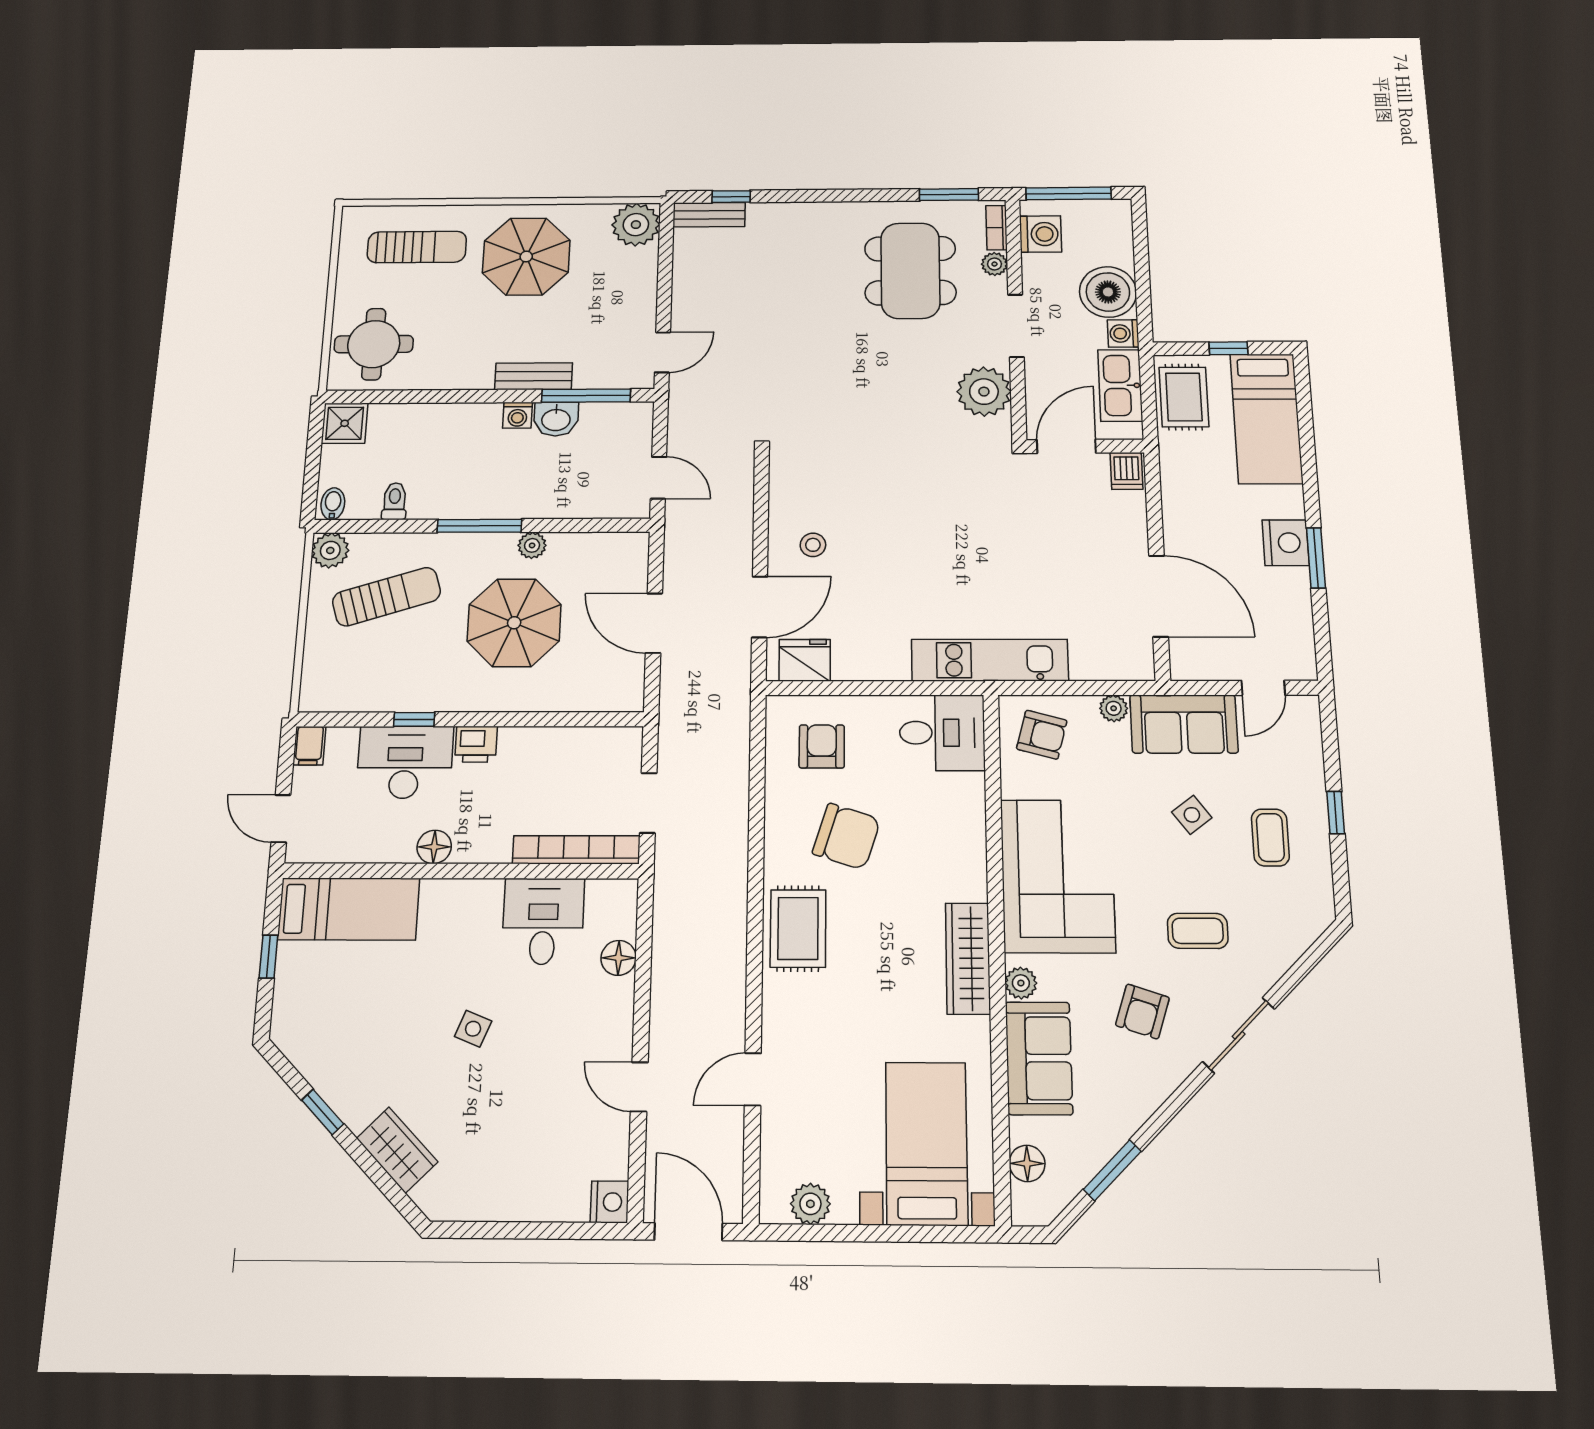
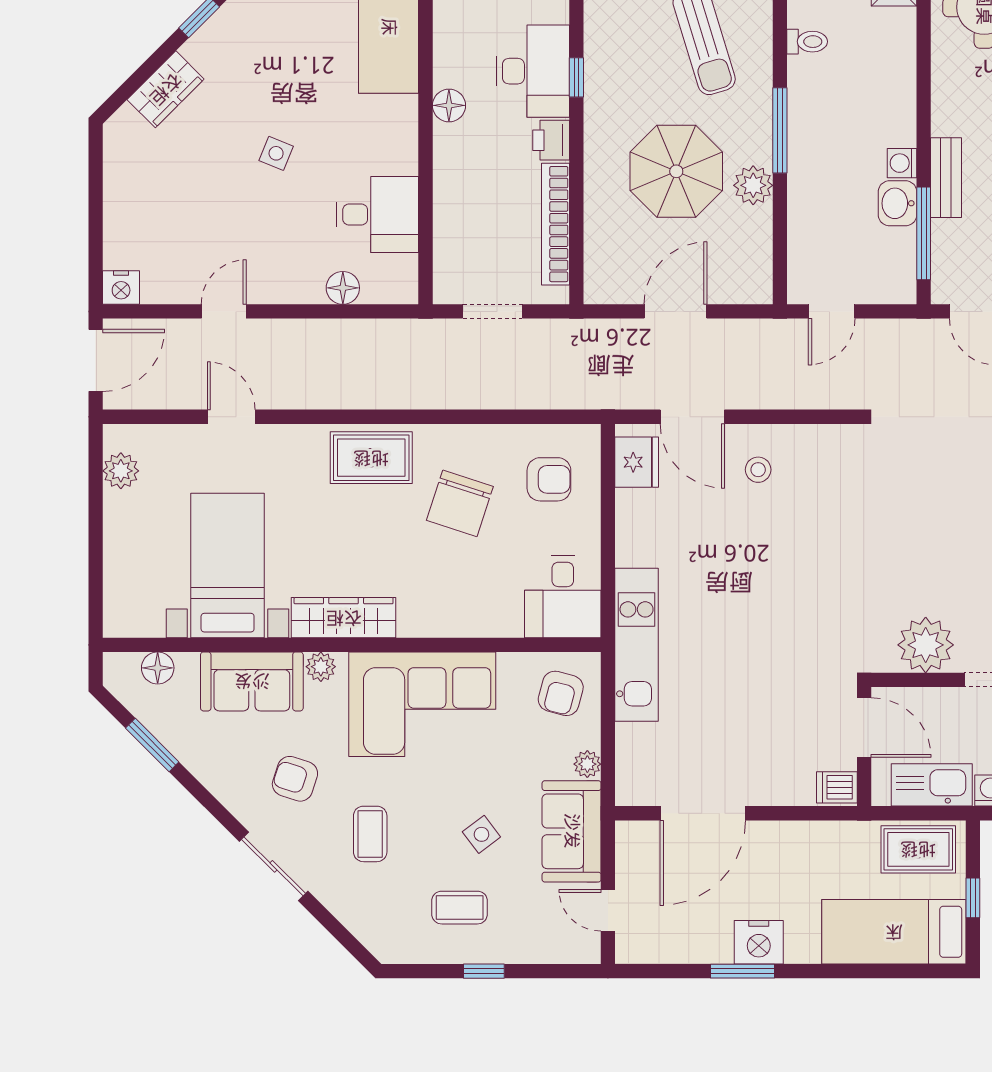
plant: (532, 545) -> (753, 185), width x1.38, depth x1.38
bookcase: (576, 850) -> (555, 224), moved, turned 180
bed with nightstands: (926, 1143) -> (228, 566), moved, turned -90

